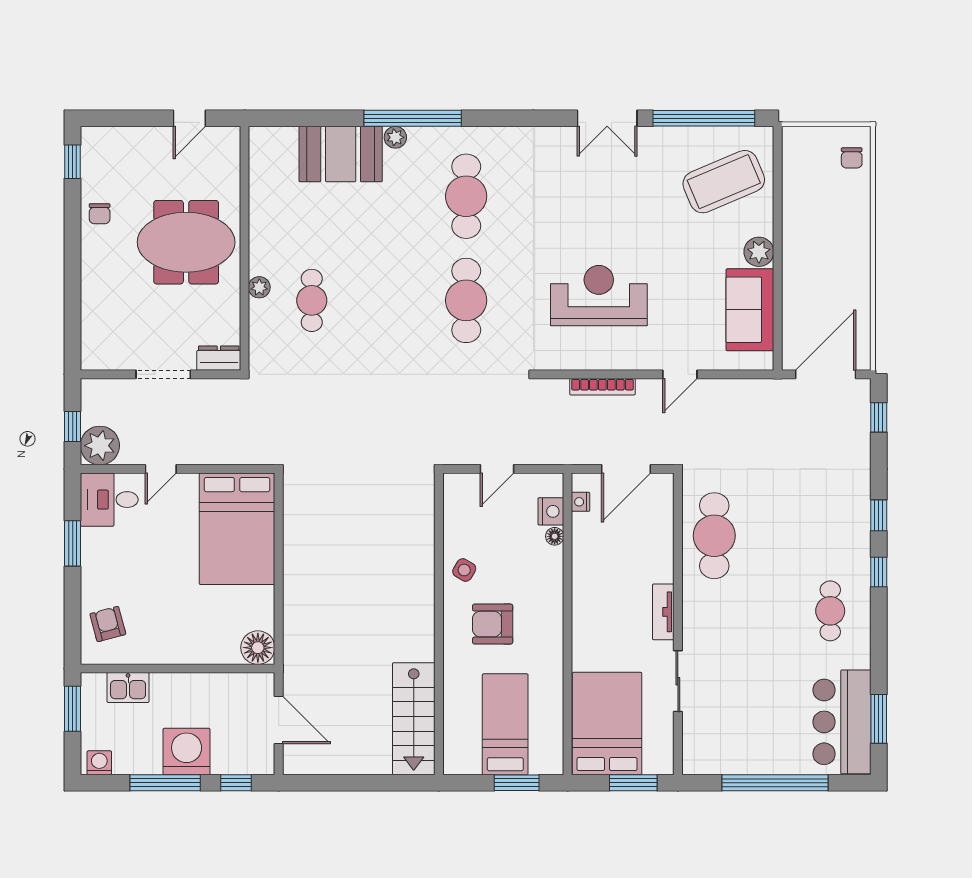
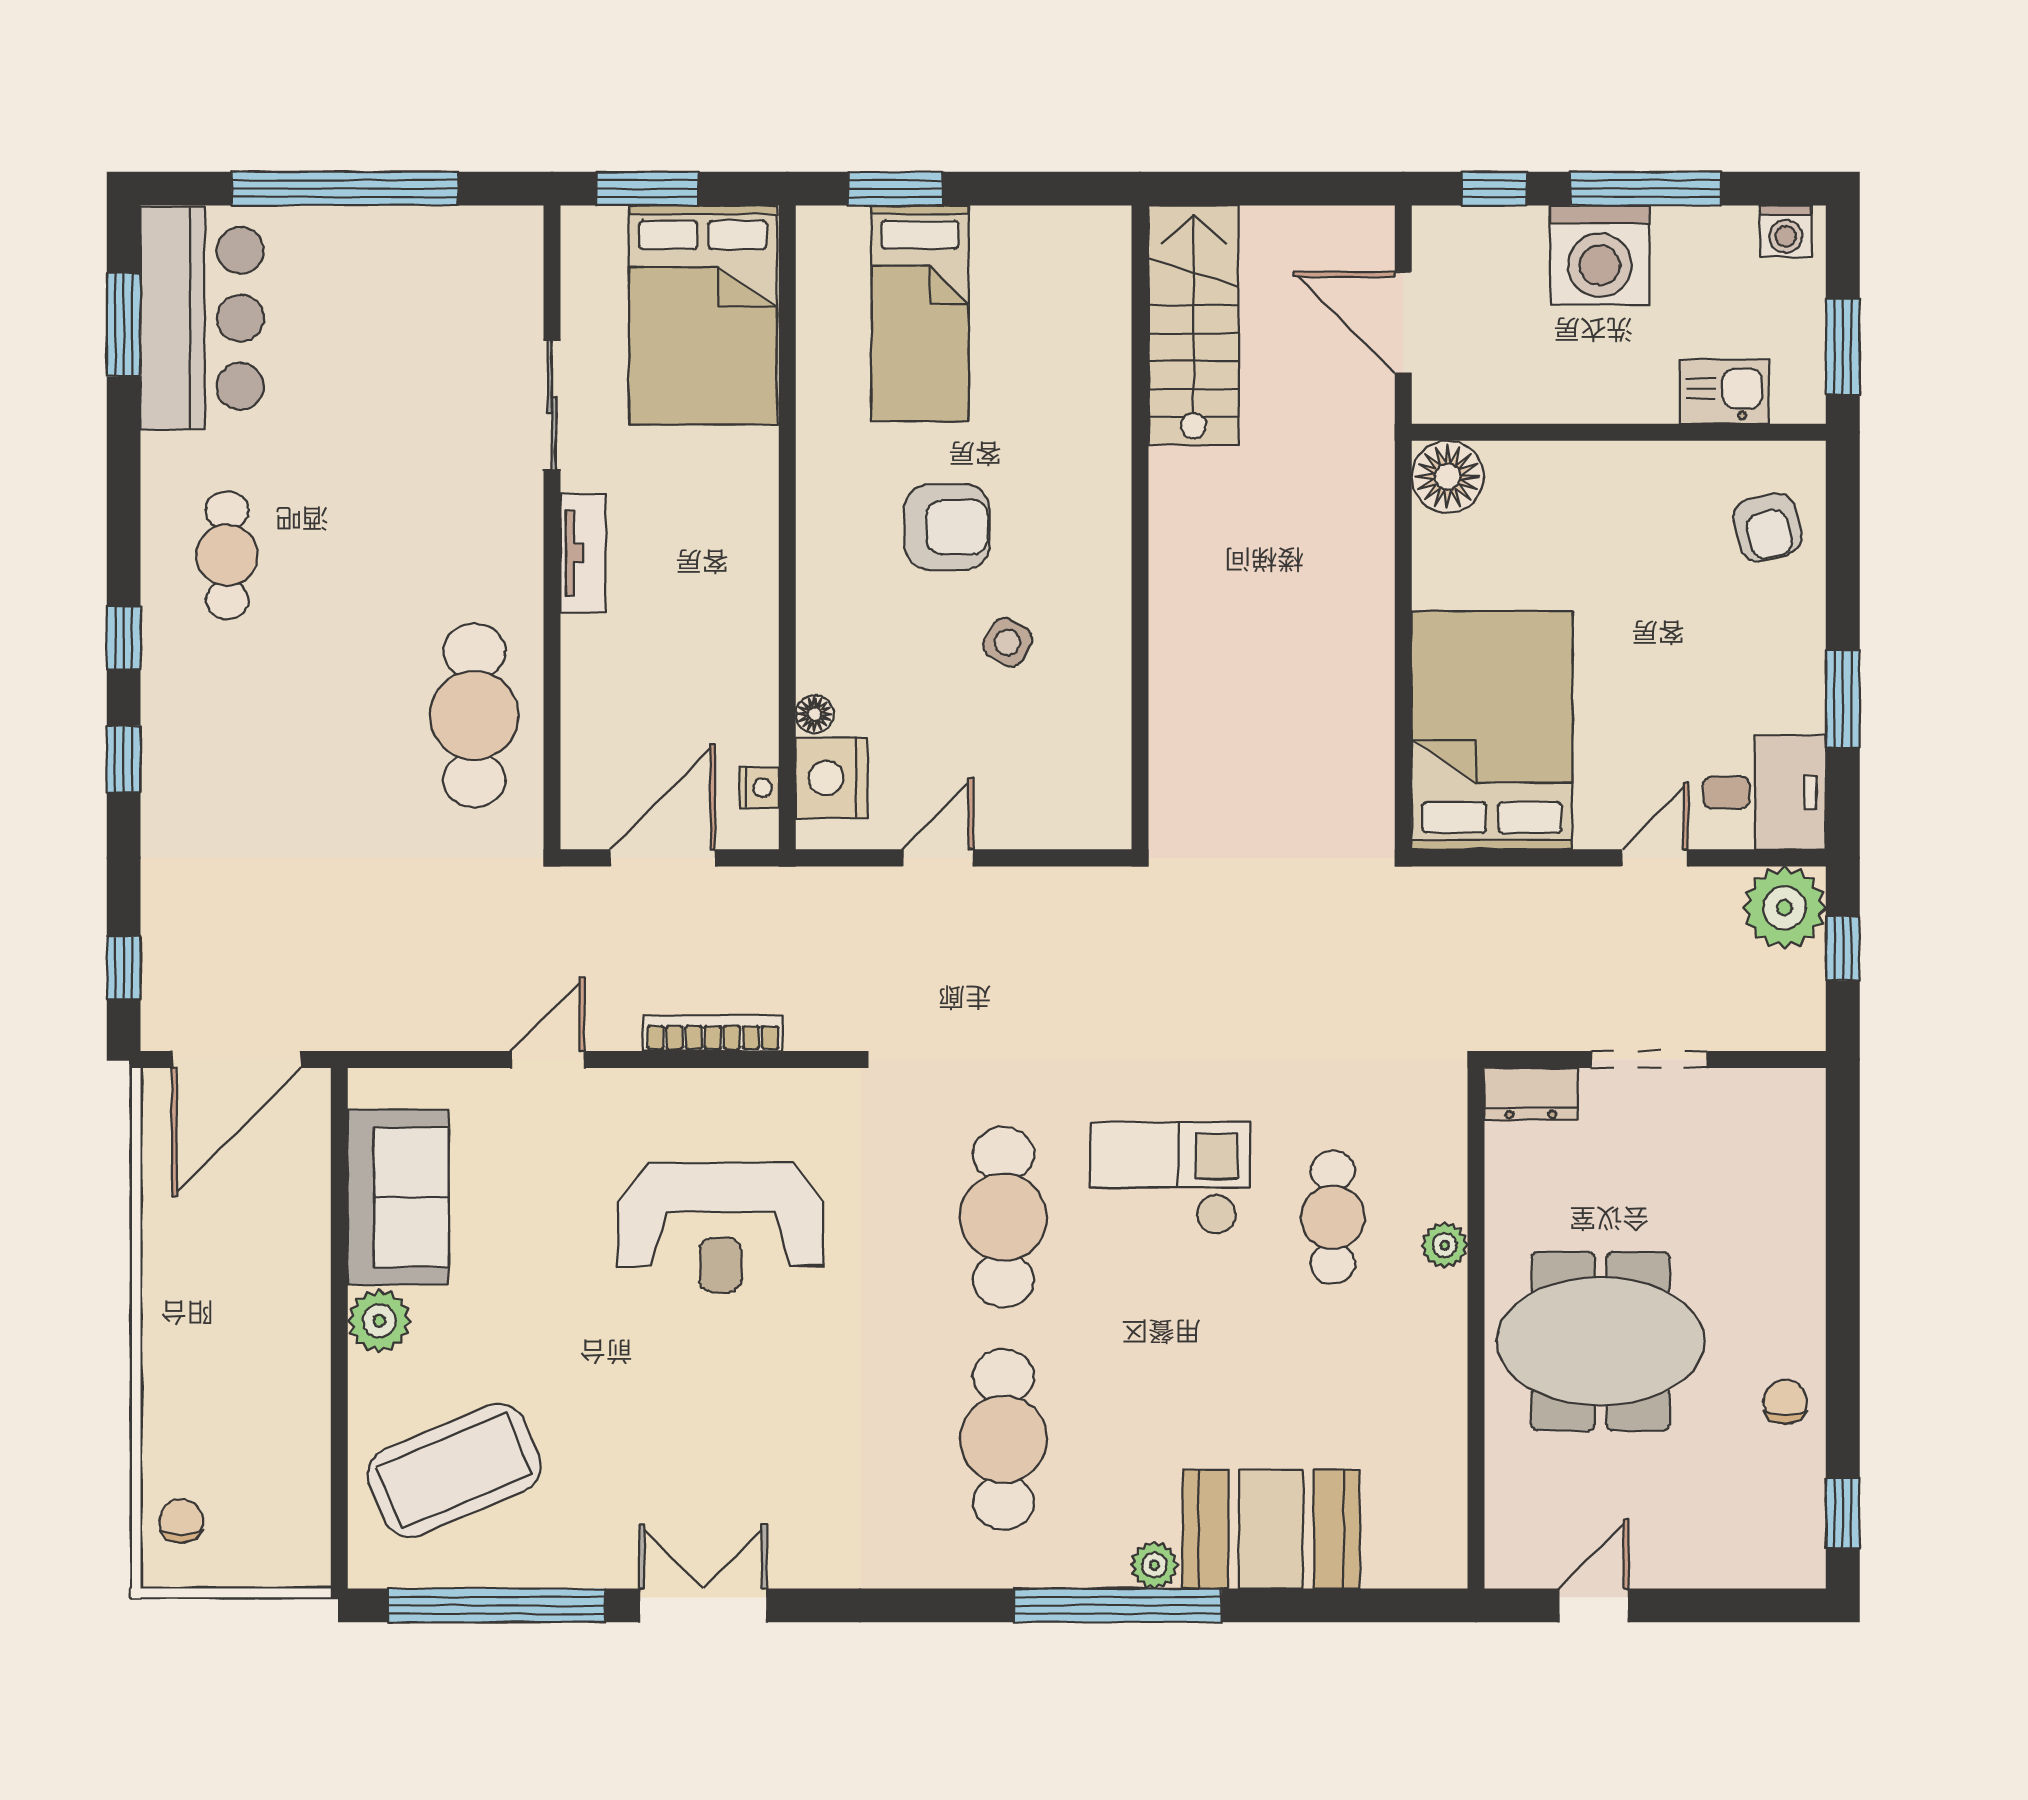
checkout: (388, 319) -> (1170, 1178), added
nightstand: (551, 511) -> (832, 778), width x1.36, depth x1.33
wall: (439, 624) -> (1140, 527), moved
stairs: (414, 719) -> (1194, 325), moved

